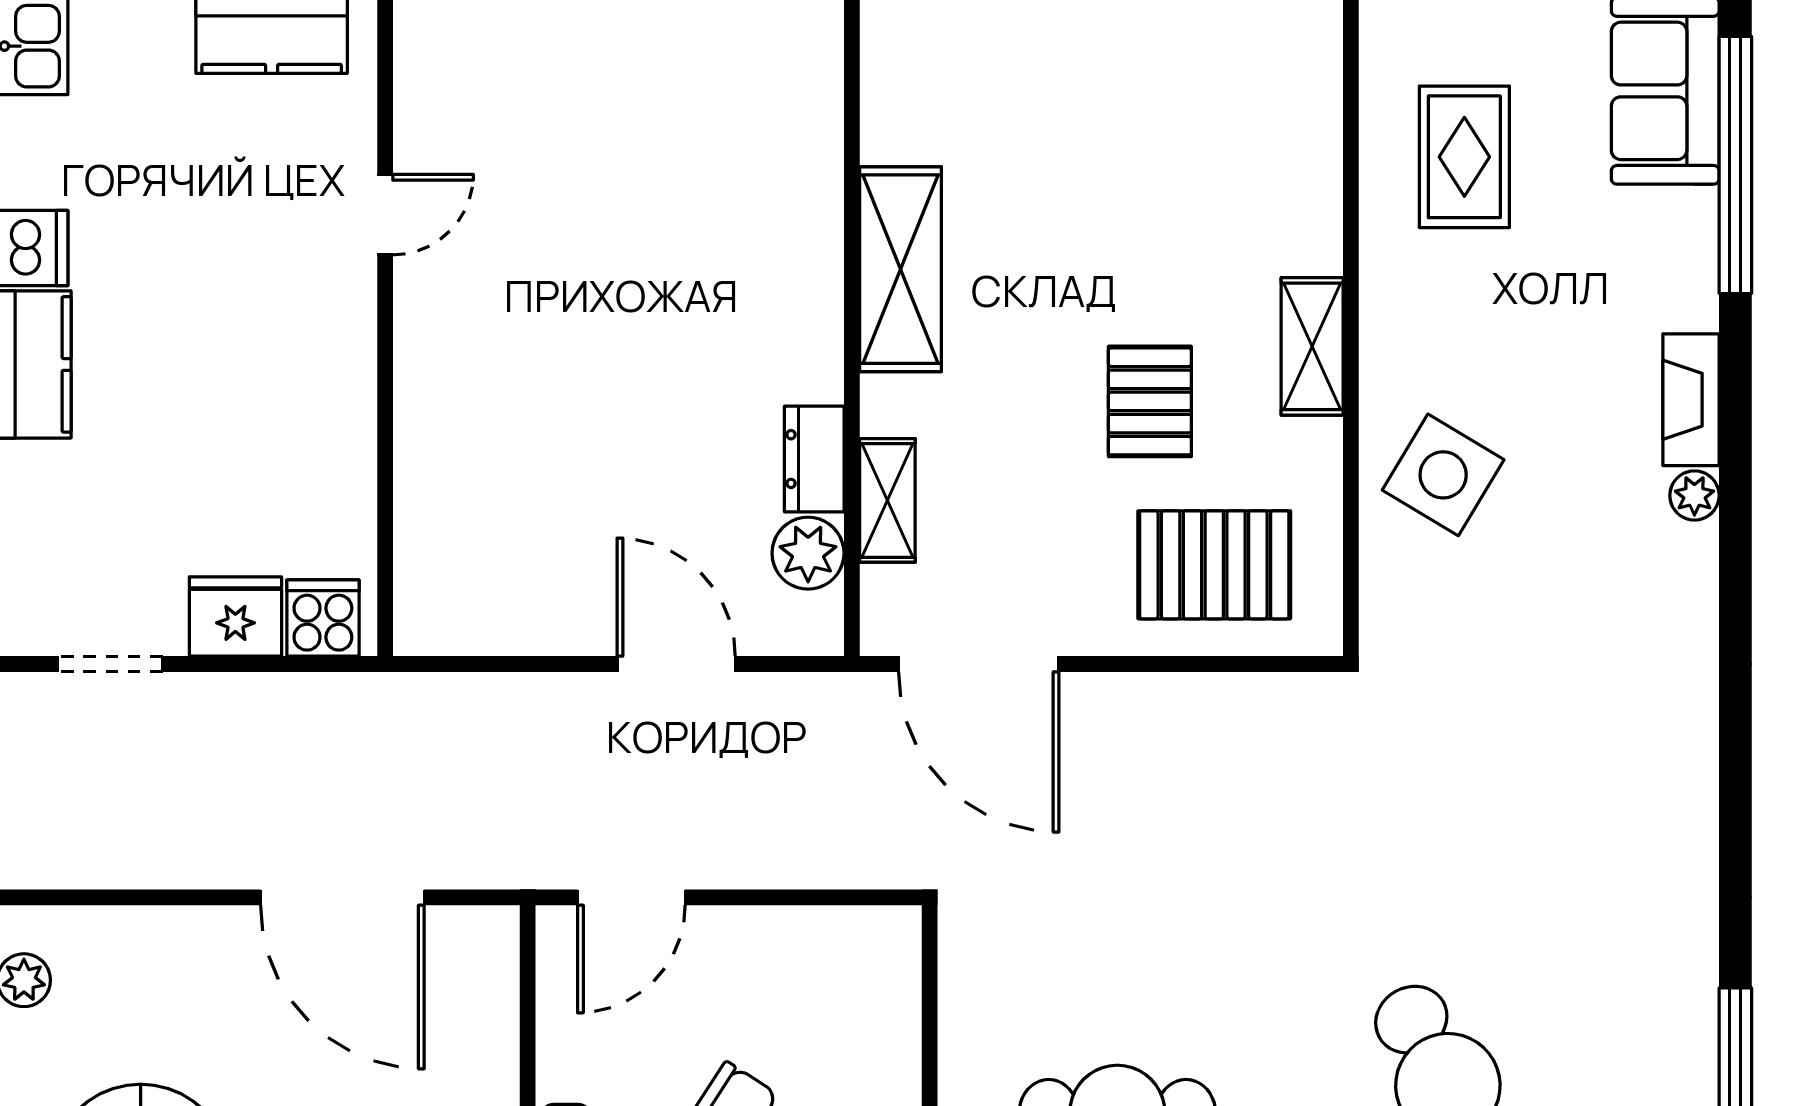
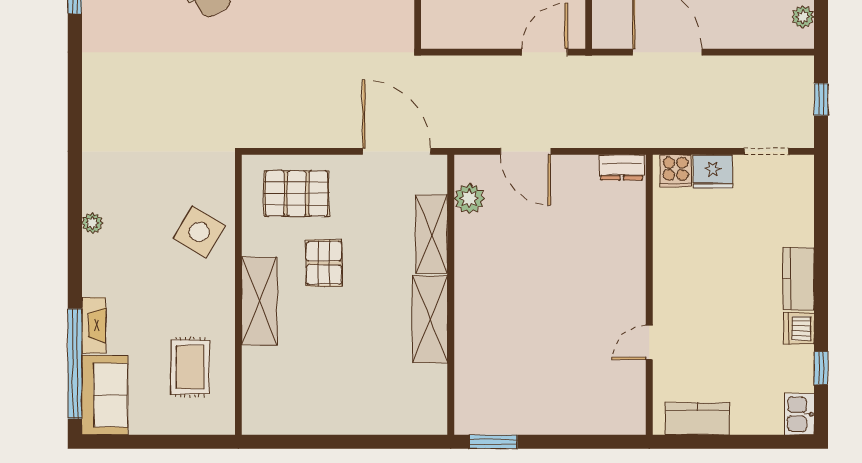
shelving: (1312, 346) -> (259, 301), width x1.50, depth x1.33
fireplace: (1691, 400) -> (94, 325), moved
dresser: (814, 459) -> (622, 167), moved, turned 90
shelving: (887, 500) -> (432, 234), width x1.50, depth x1.33

